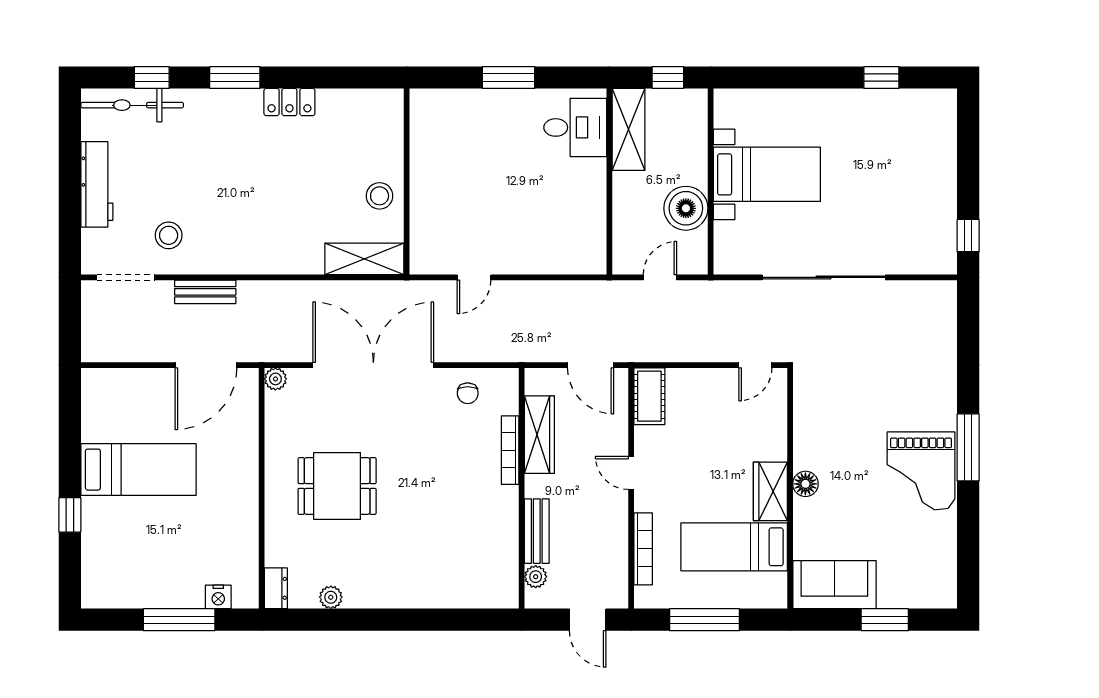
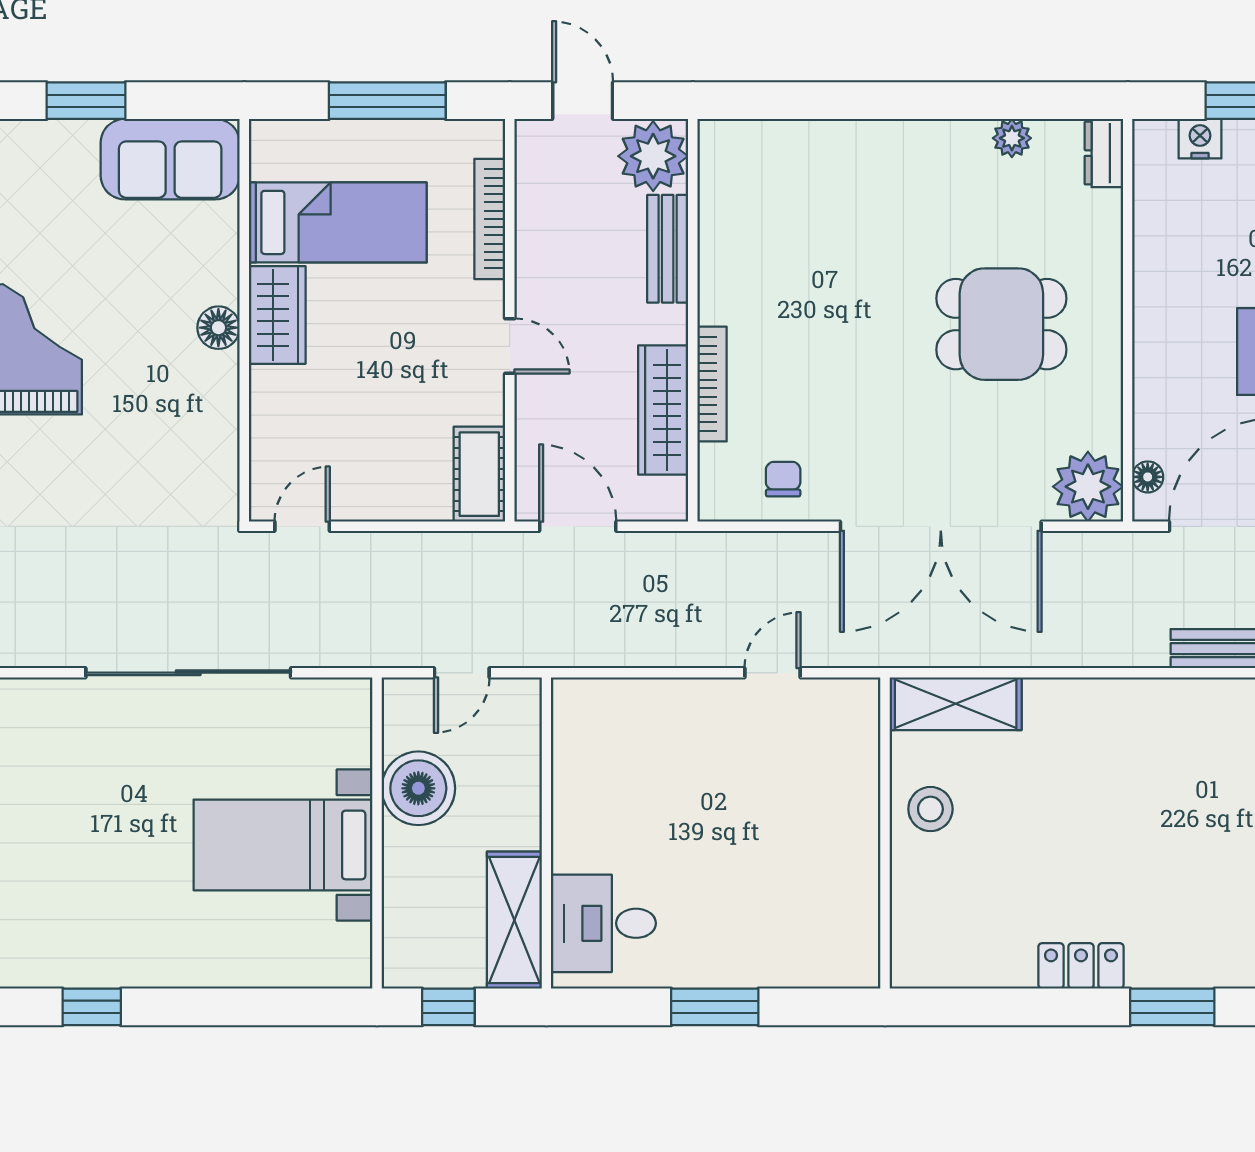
plant: (275, 379) -> (1088, 487), width x1.87, depth x1.87
floor lamp: (250, 395) -> (1148, 477), added
plant: (536, 577) -> (653, 156), width x1.87, depth x1.87

